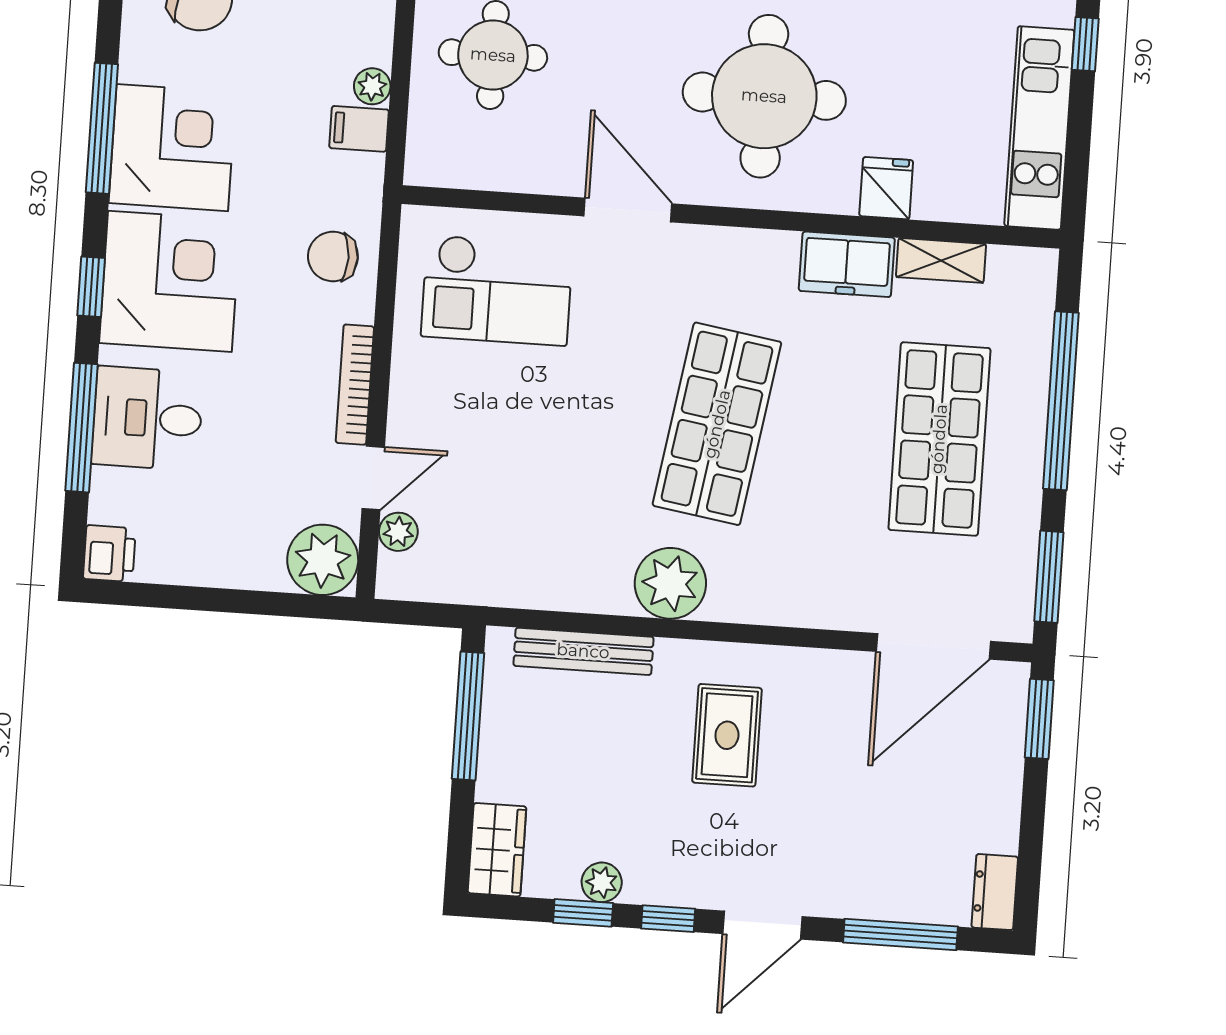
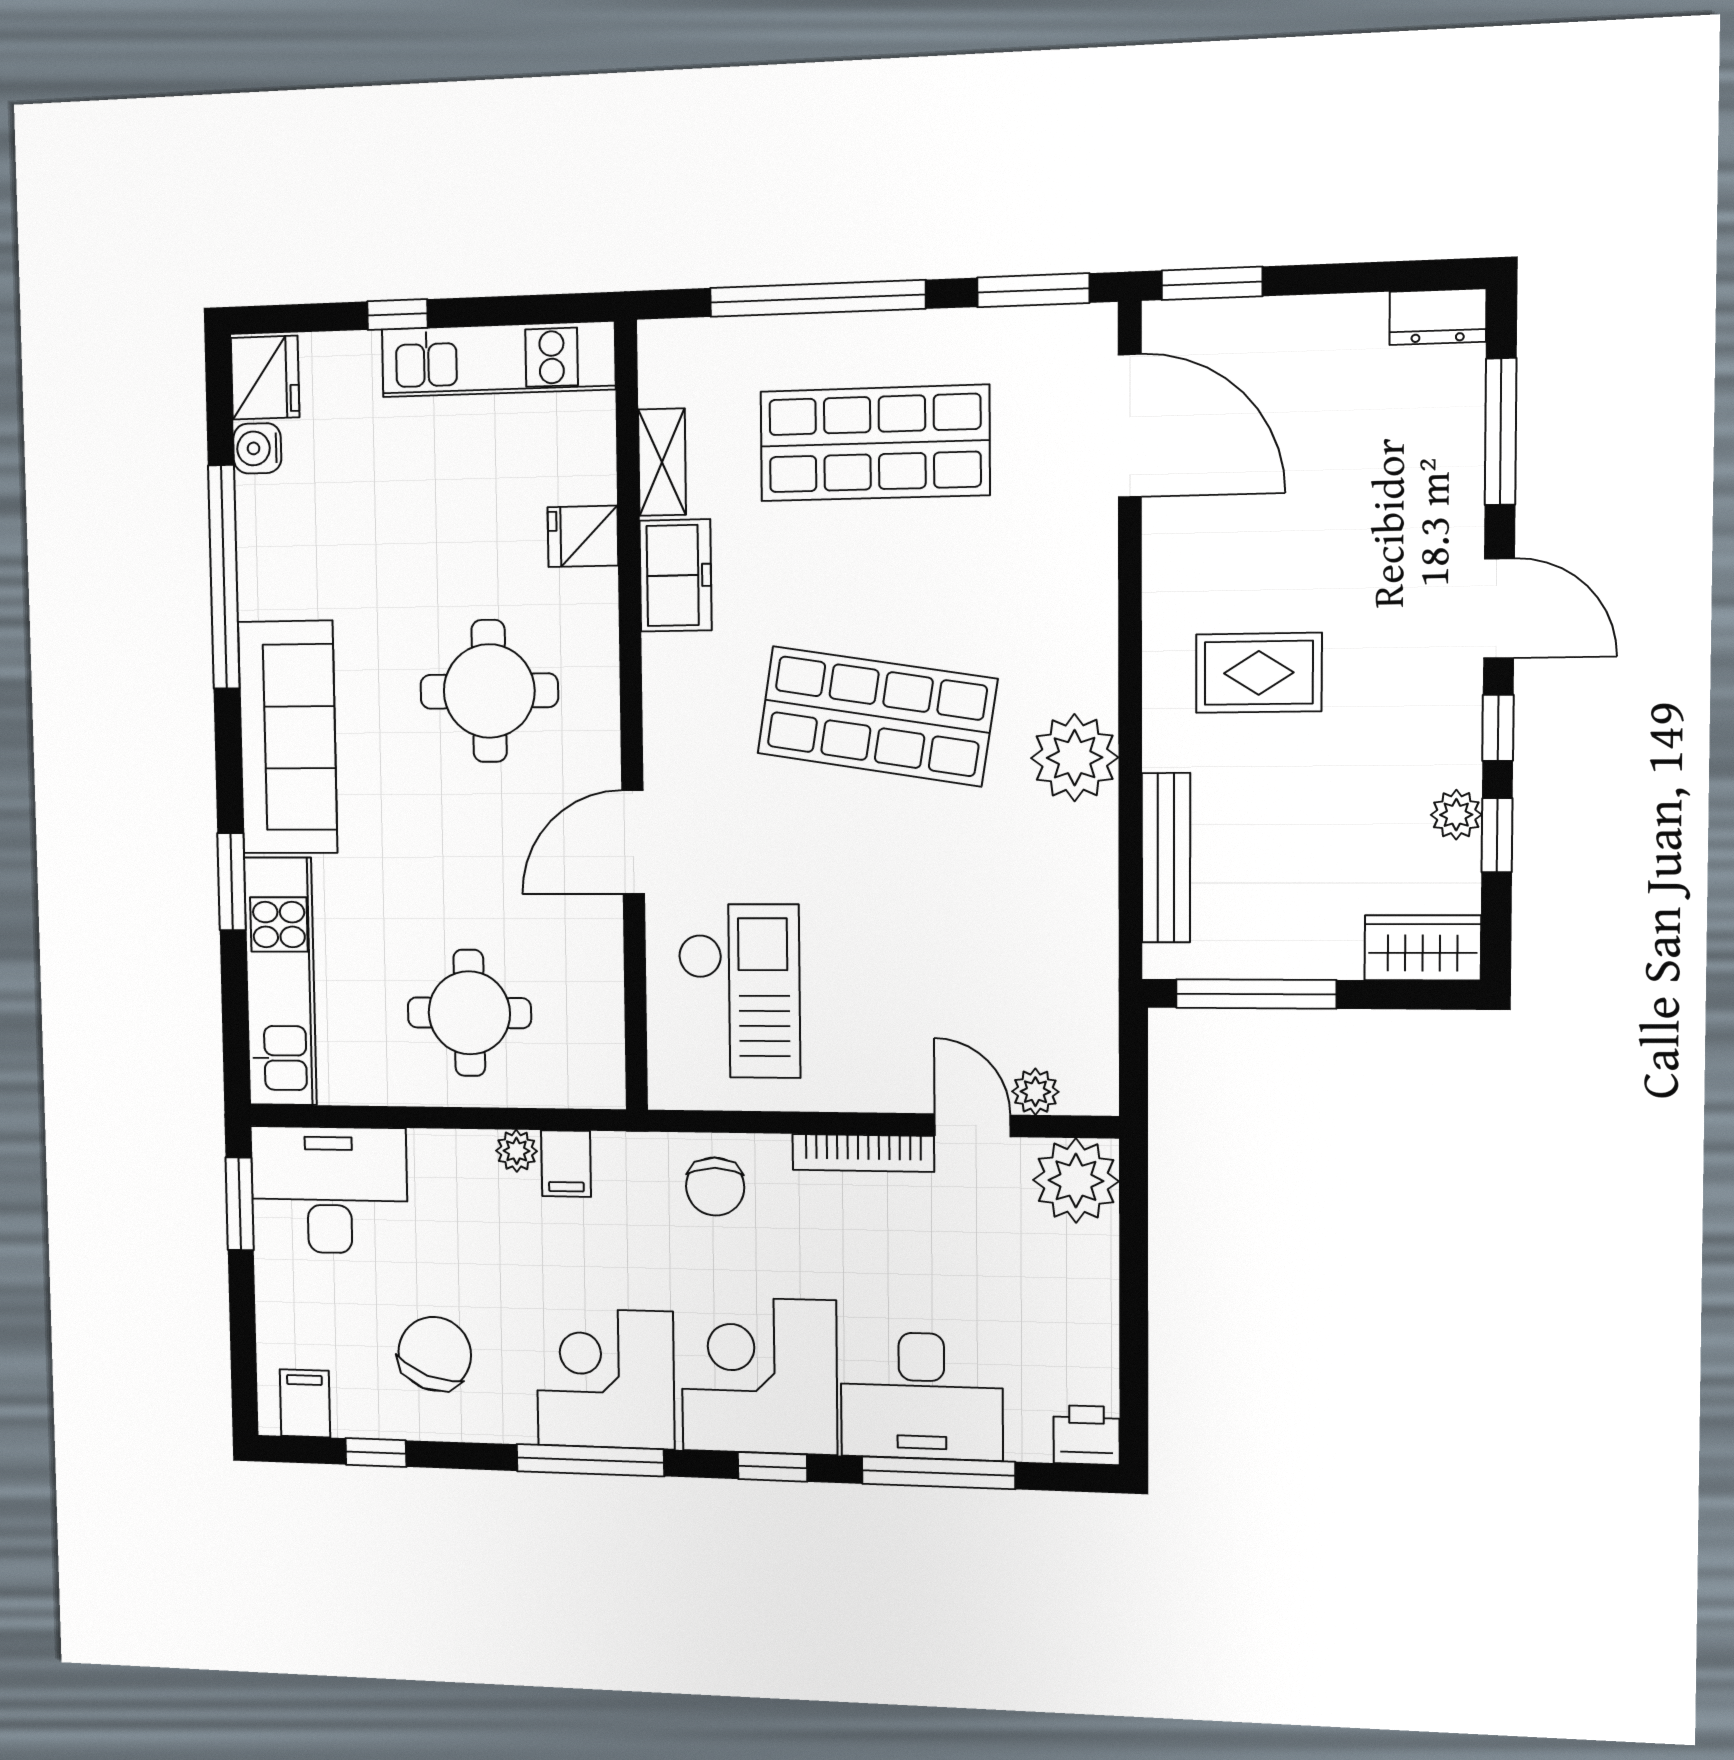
round table: (764, 96) -> (489, 691), width x0.73, depth x0.73
desk: (147, 418) -> (922, 1396), width x1.37

